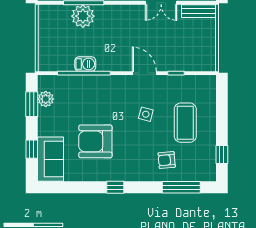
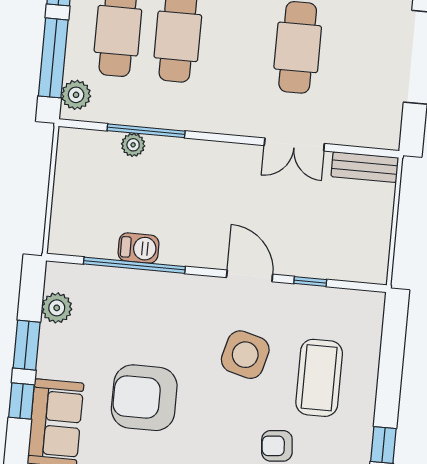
plant: (83, 16) -> (133, 145), width x0.53, depth x0.53
window: (32, 104) -> (27, 345), moved
side table: (146, 114) -> (245, 355), width x1.87, depth x1.87

